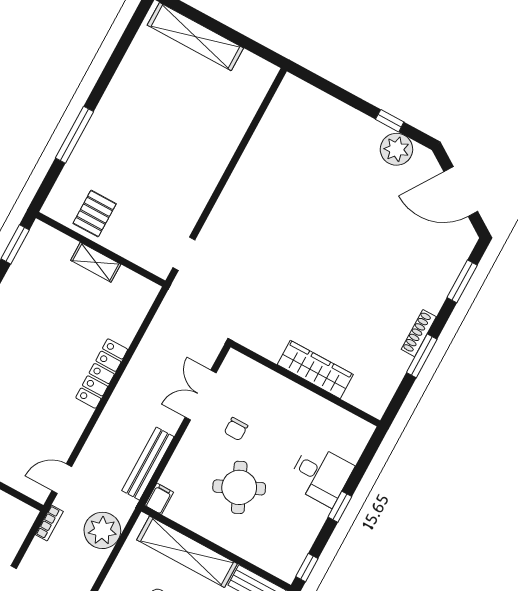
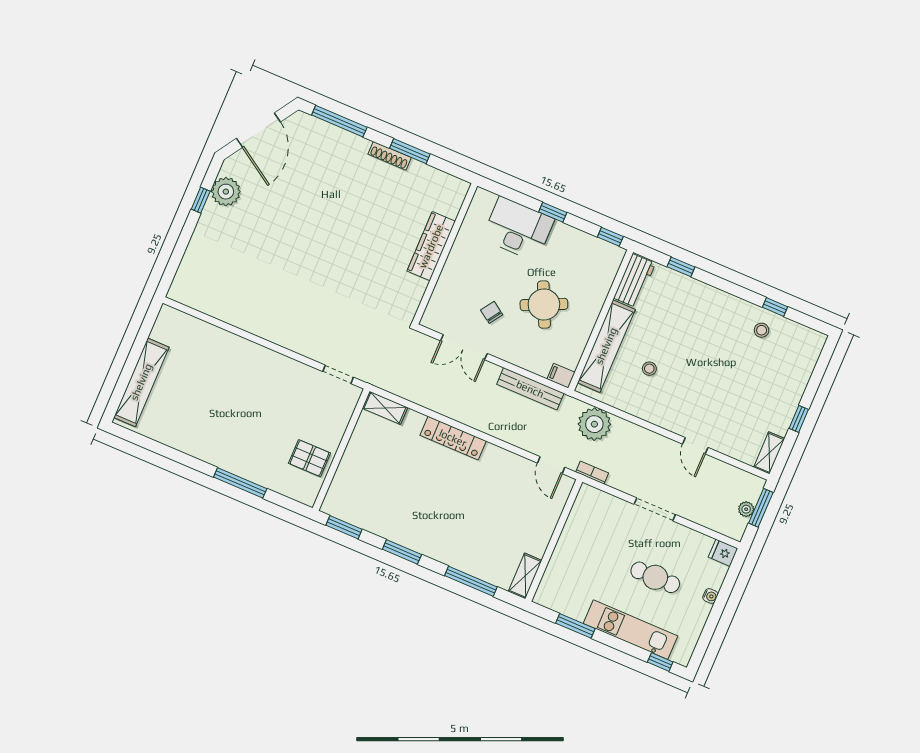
shelving: (96, 262) -> (385, 408), moved, turned 90
window: (462, 281) -> (339, 121), width x1.44
chair: (236, 429) -> (492, 312), turned -146
desk: (321, 475) -> (518, 229), width x1.37

